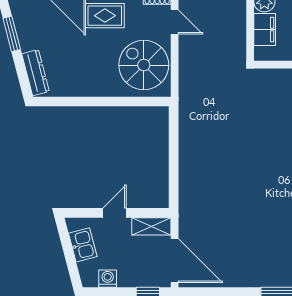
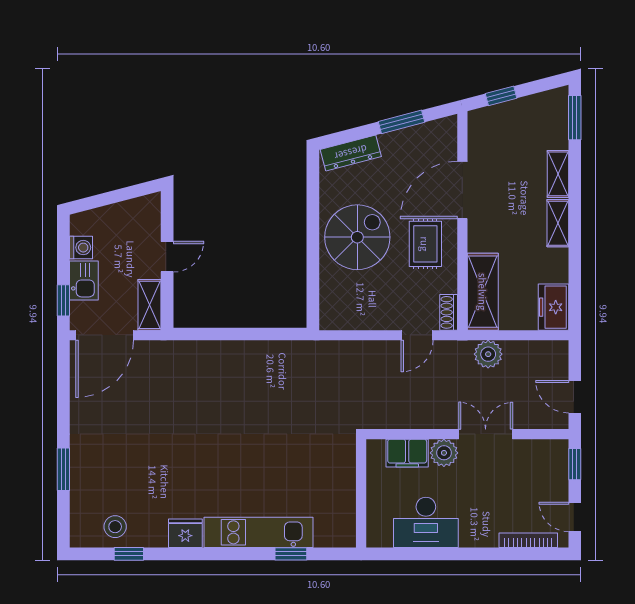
spiral stairs: (144, 65) -> (357, 237), moved
door: (115, 213) -> (167, 257), hinge flipped
kitchen sink: (83, 245) -> (84, 281), moved, turned -75

